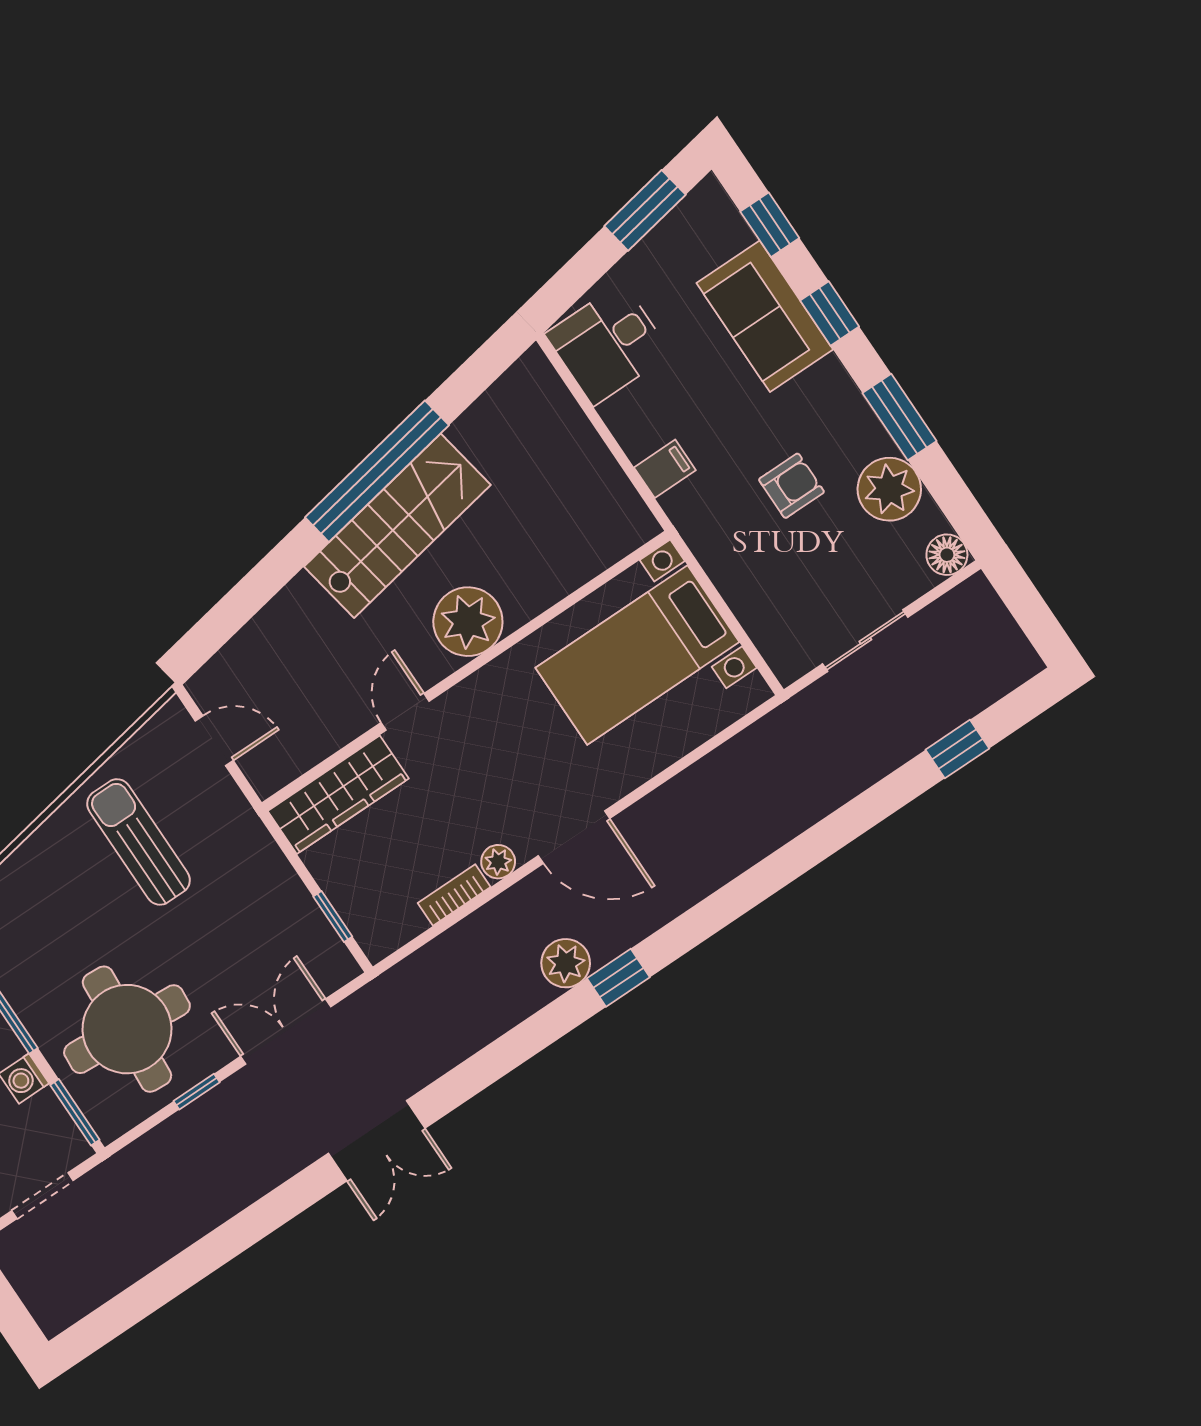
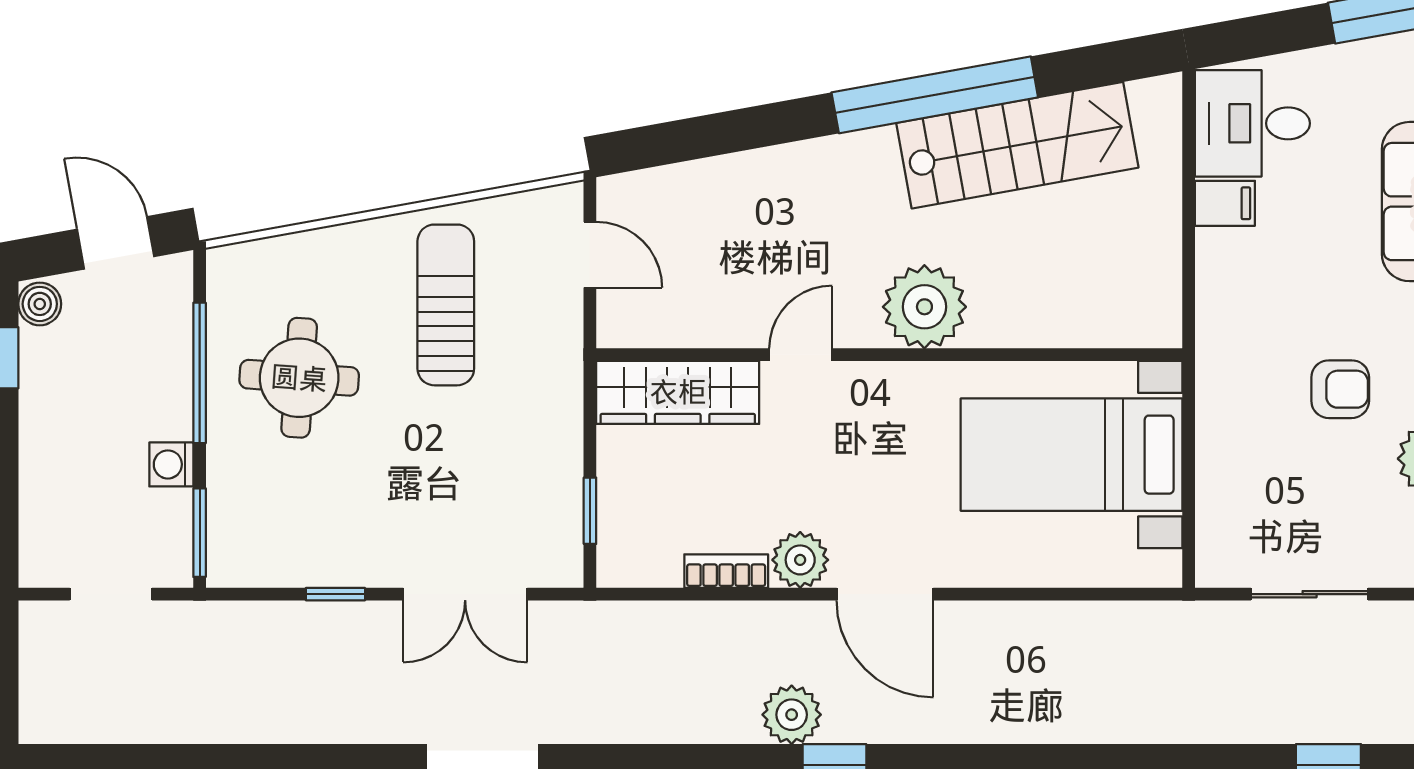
filing cabinet: (665, 469) -> (1225, 203), moved
stairs: (397, 526) -> (1017, 145), moved
plant: (498, 862) -> (800, 560), width x1.38, depth x1.38
round table: (127, 1029) -> (299, 378), moved, width x0.73, depth x0.73
double door: (286, 1032) -> (465, 594), swing flipped

